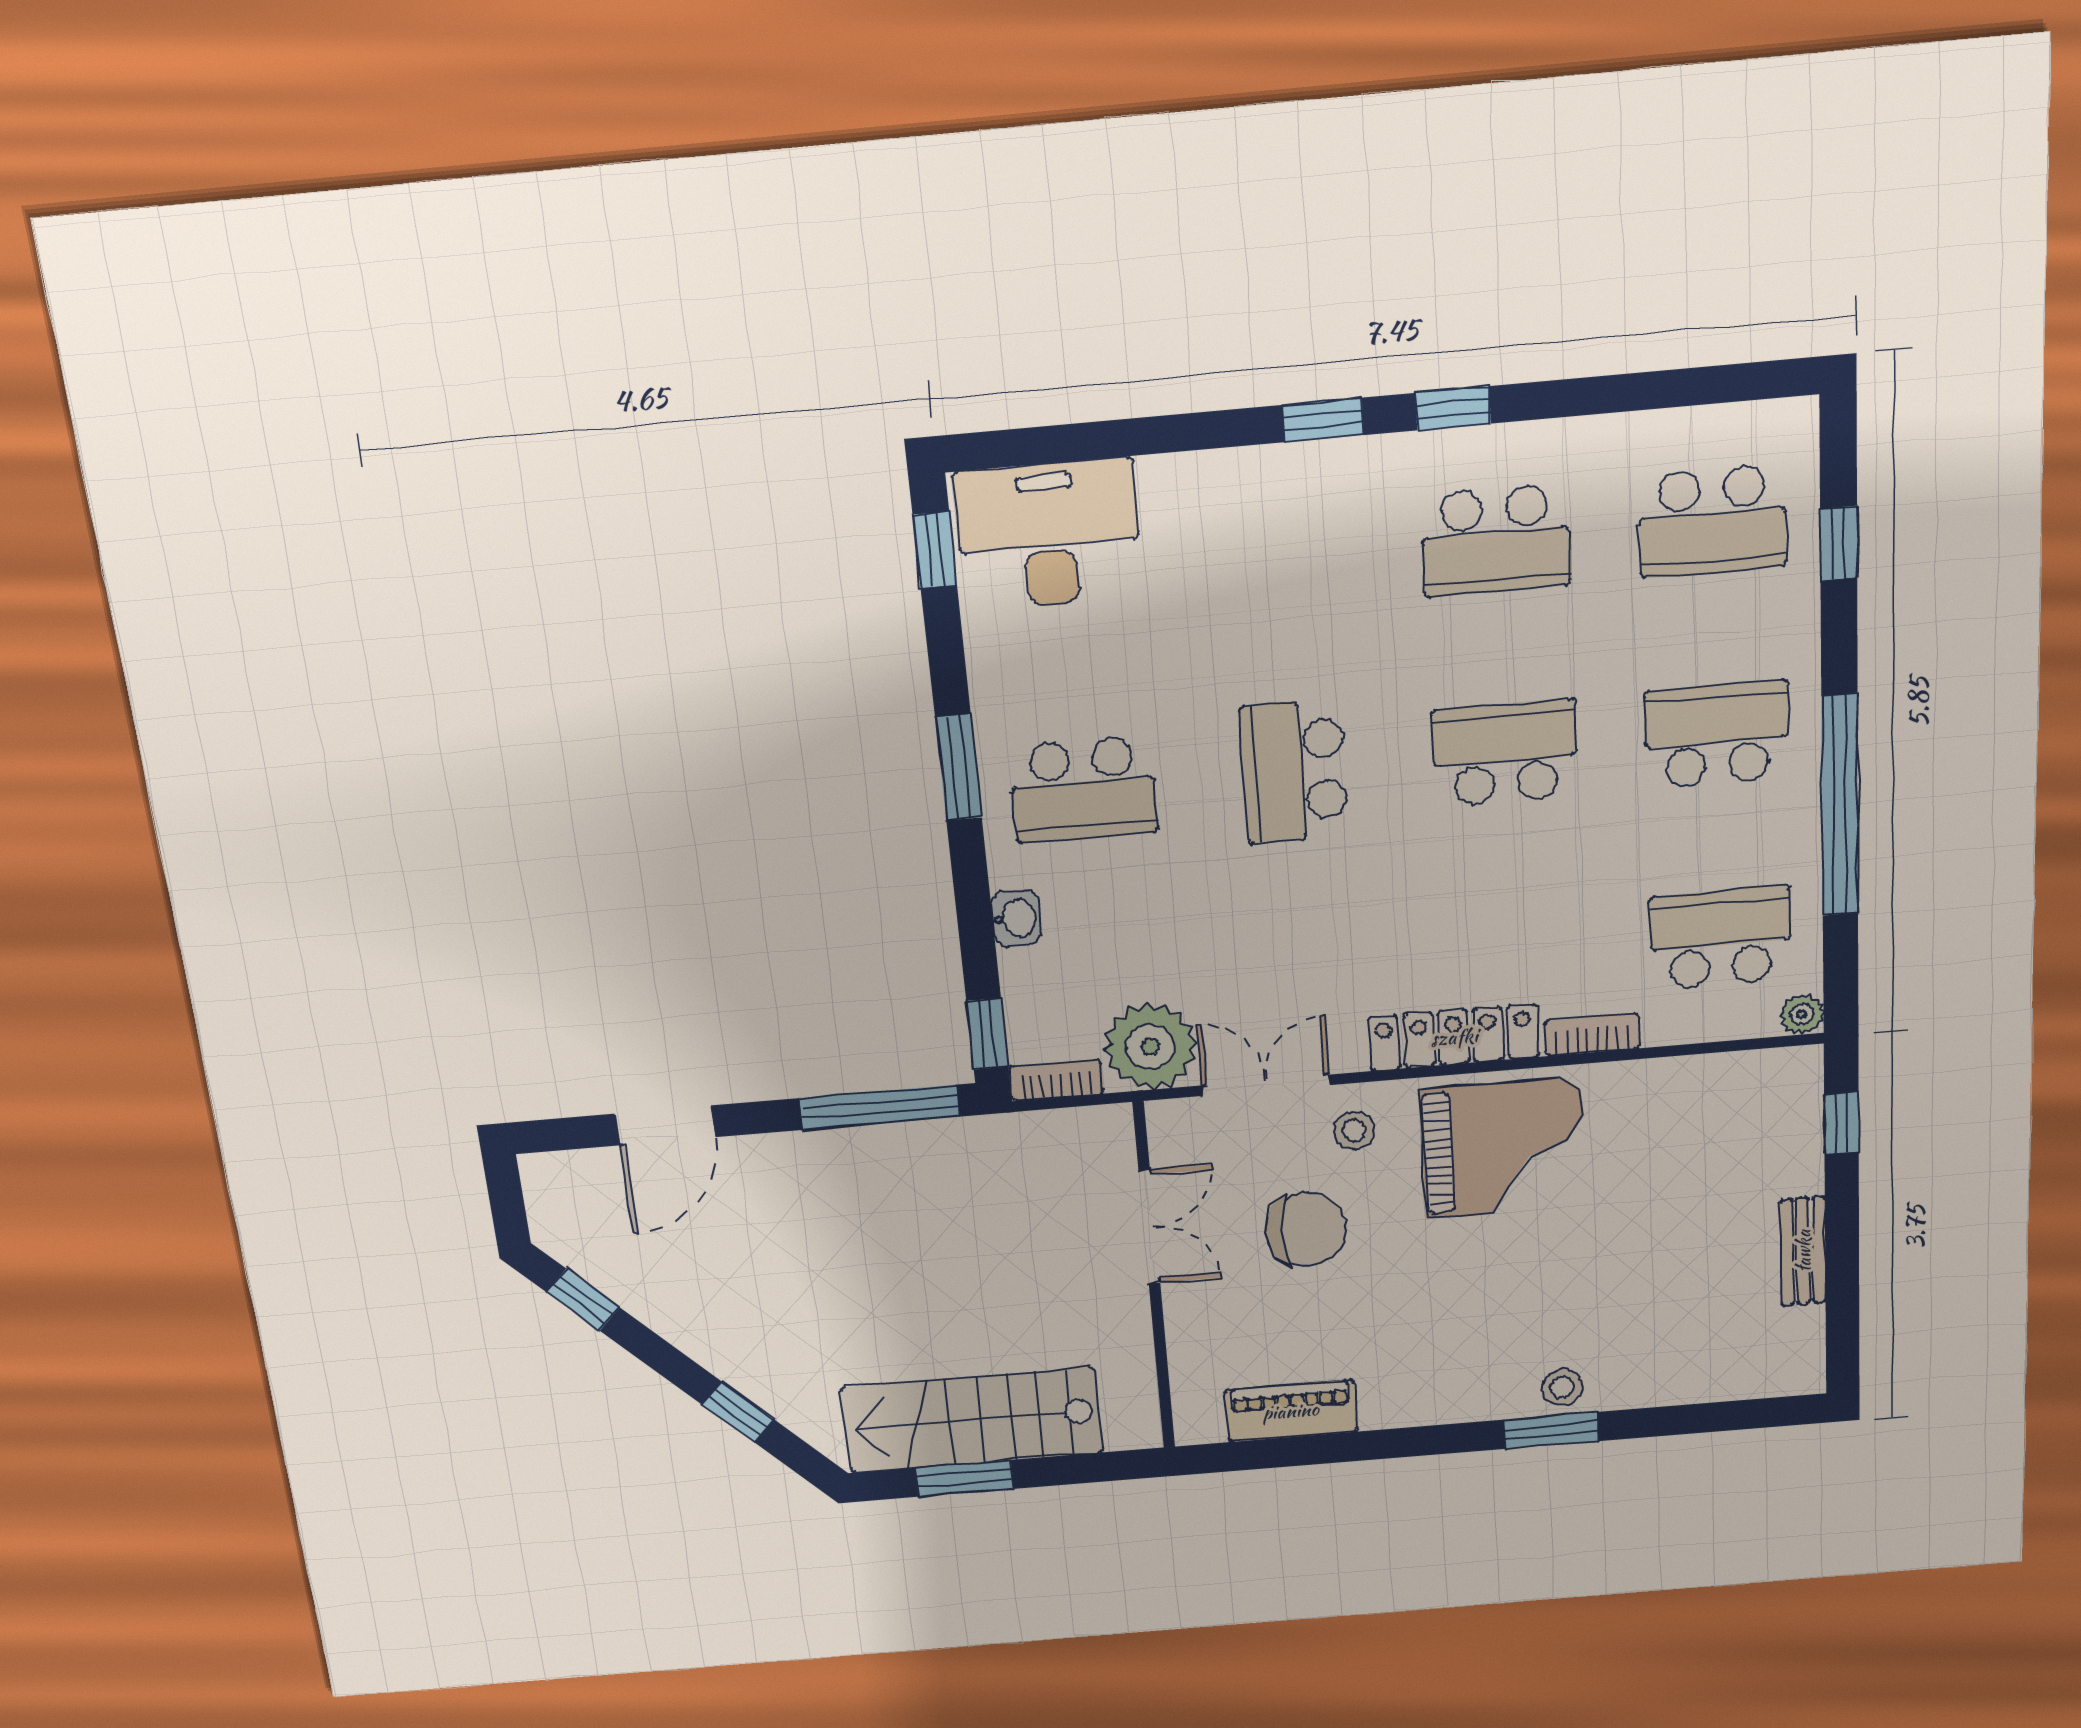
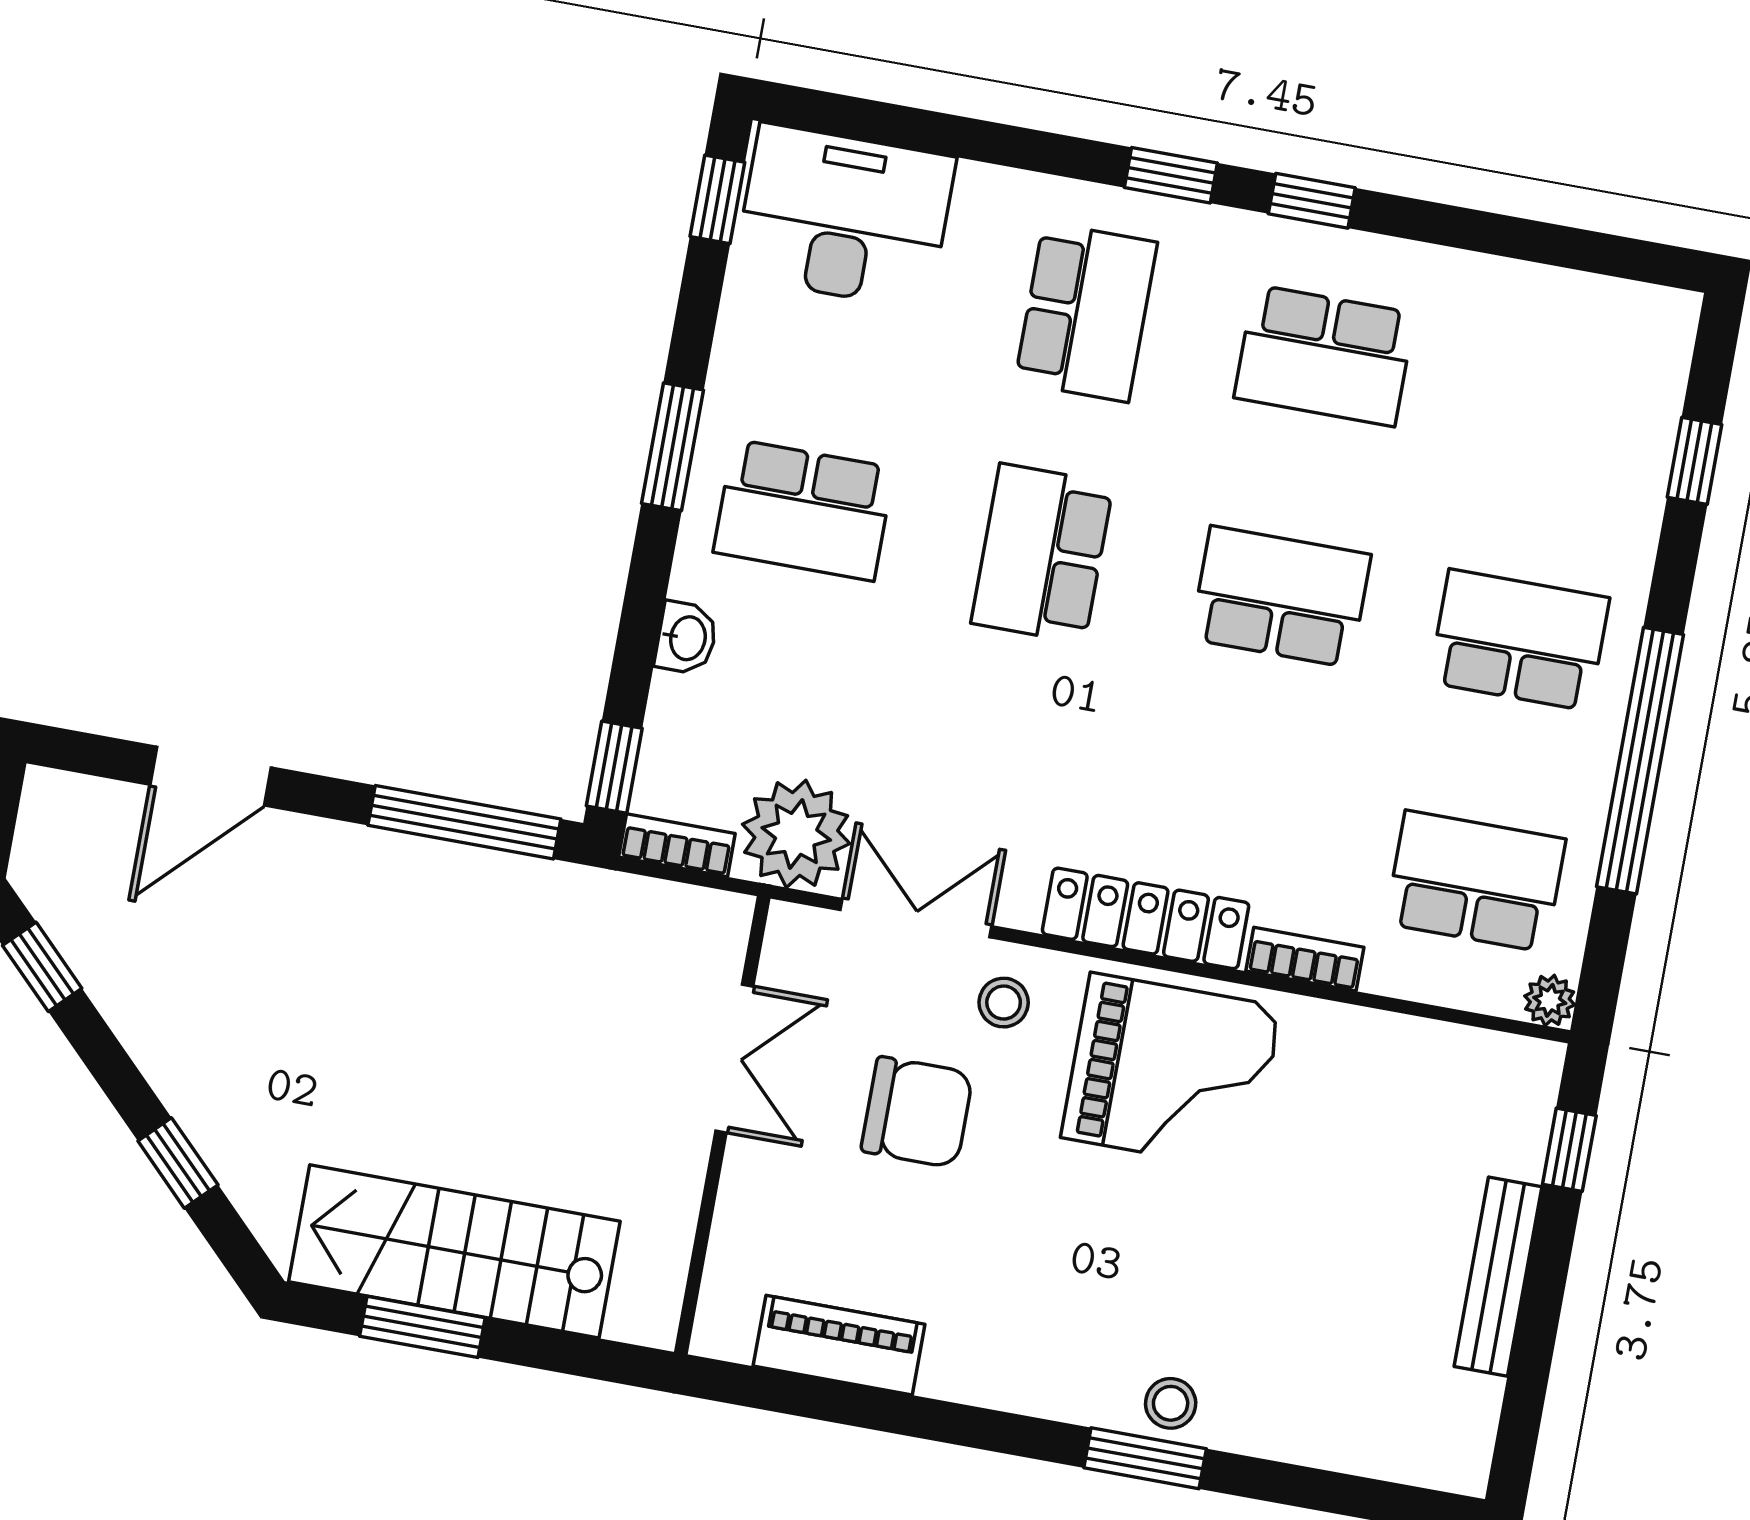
school desk: (1712, 521) -> (1086, 312), moved, turned -90
bench: (1803, 1251) -> (1498, 1277), width x1.36

